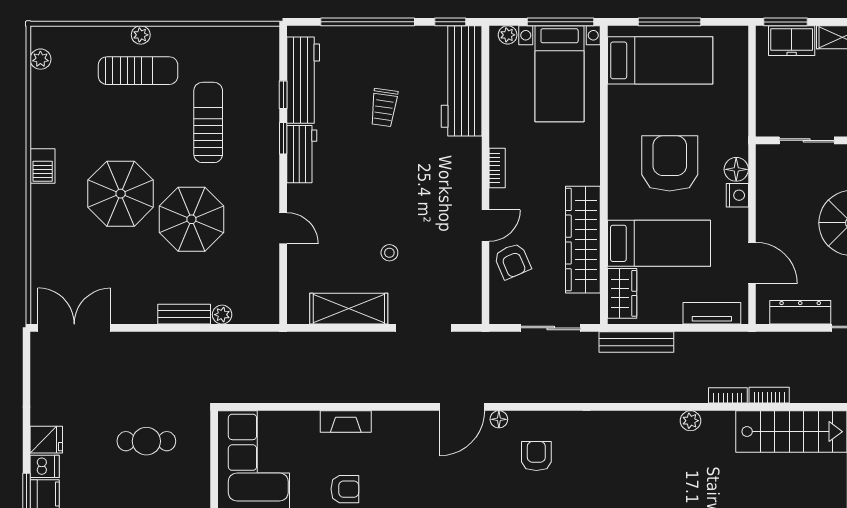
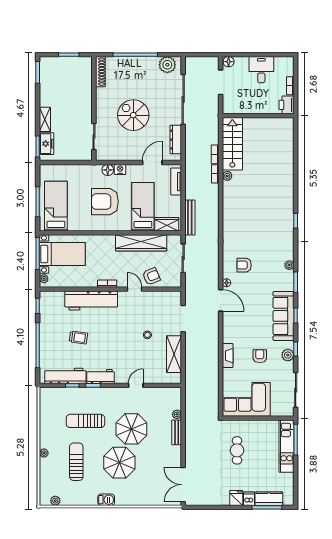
sun lounger: (138, 71) -> (76, 462), moved
workbench: (462, 81) -> (91, 301), moved
plant: (690, 421) -> (227, 176), moved

